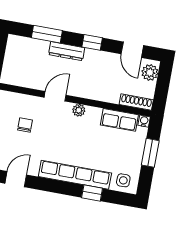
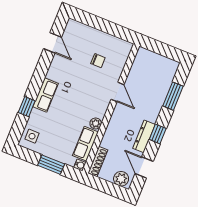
door: (132, 50) -> (144, 168), hinge flipped
dresser: (67, 51) -> (144, 136), moved
plant: (79, 110) -> (96, 123), moved
row of seats: (75, 175) -> (46, 95), width x0.50

